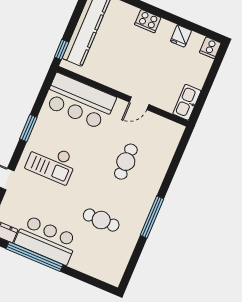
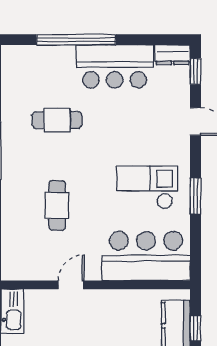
window: (62, 50) -> (195, 328), moved
checkout: (51, 162) -> (147, 187), moved
window: (34, 257) -> (76, 40), moved

